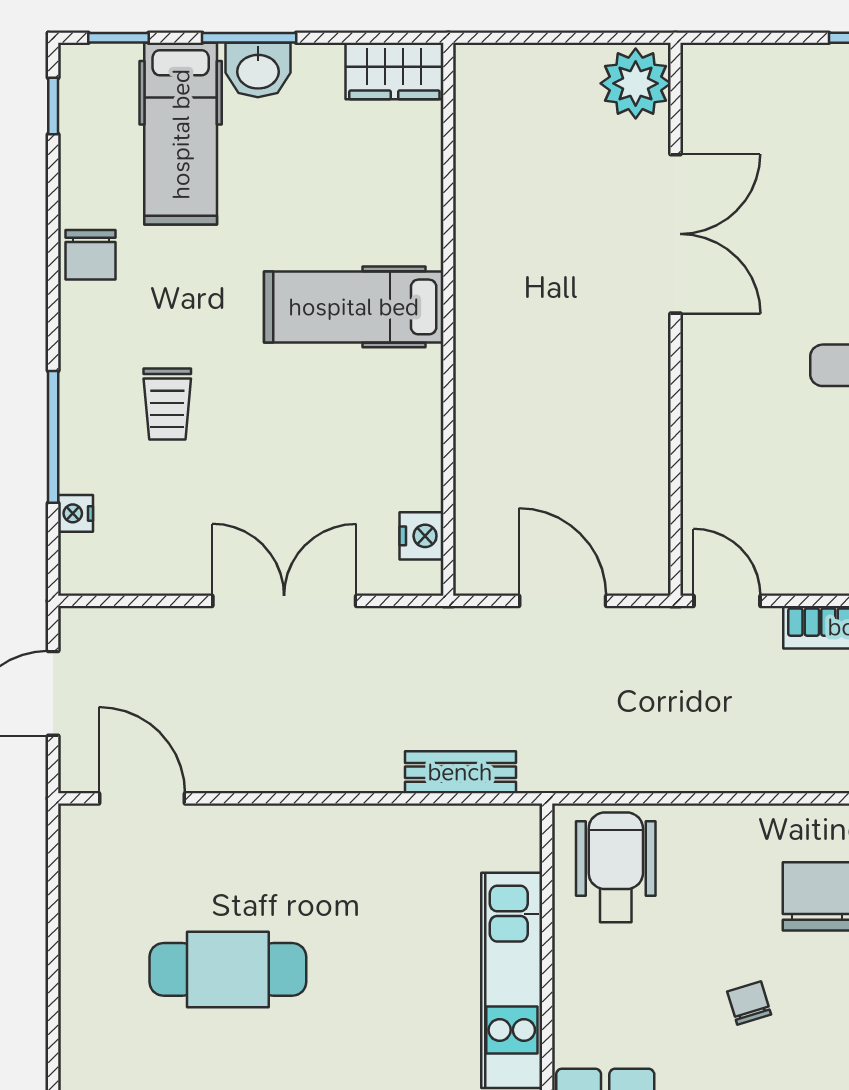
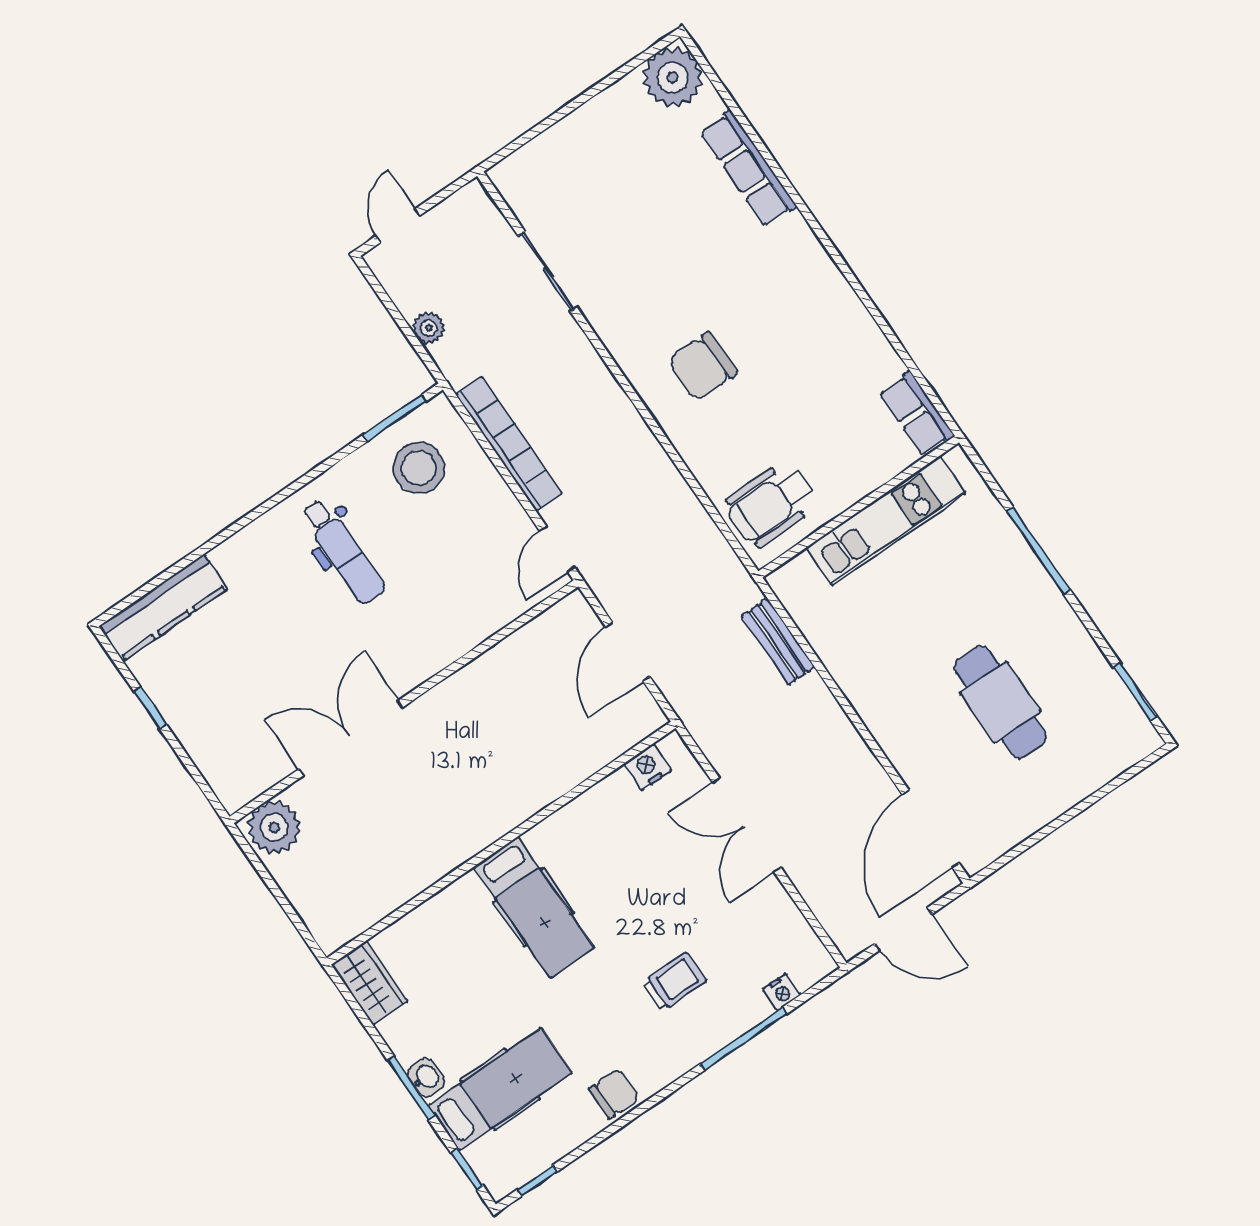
washbasin: (258, 70) -> (426, 1078), width x0.72, depth x0.69
door: (142, 798) -> (931, 829), width x1.36
chair: (749, 1003) -> (798, 363), removed

